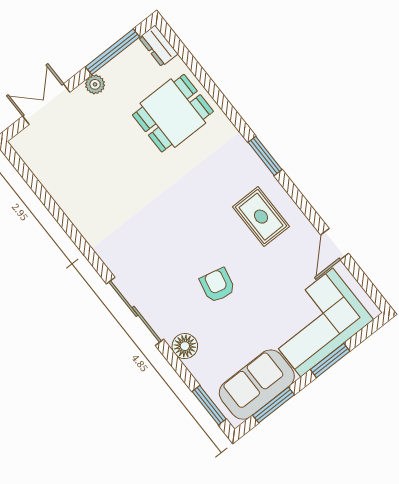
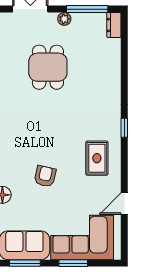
dining table: (173, 113) -> (48, 67), moved, turned 90
window: (265, 156) -> (124, 128), width x0.67

